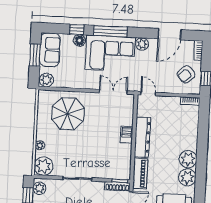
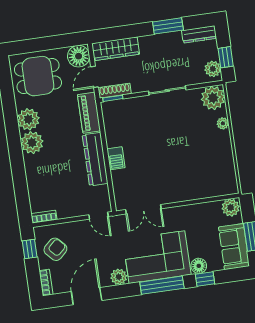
parasol: (68, 114) -> (195, 170), removed

